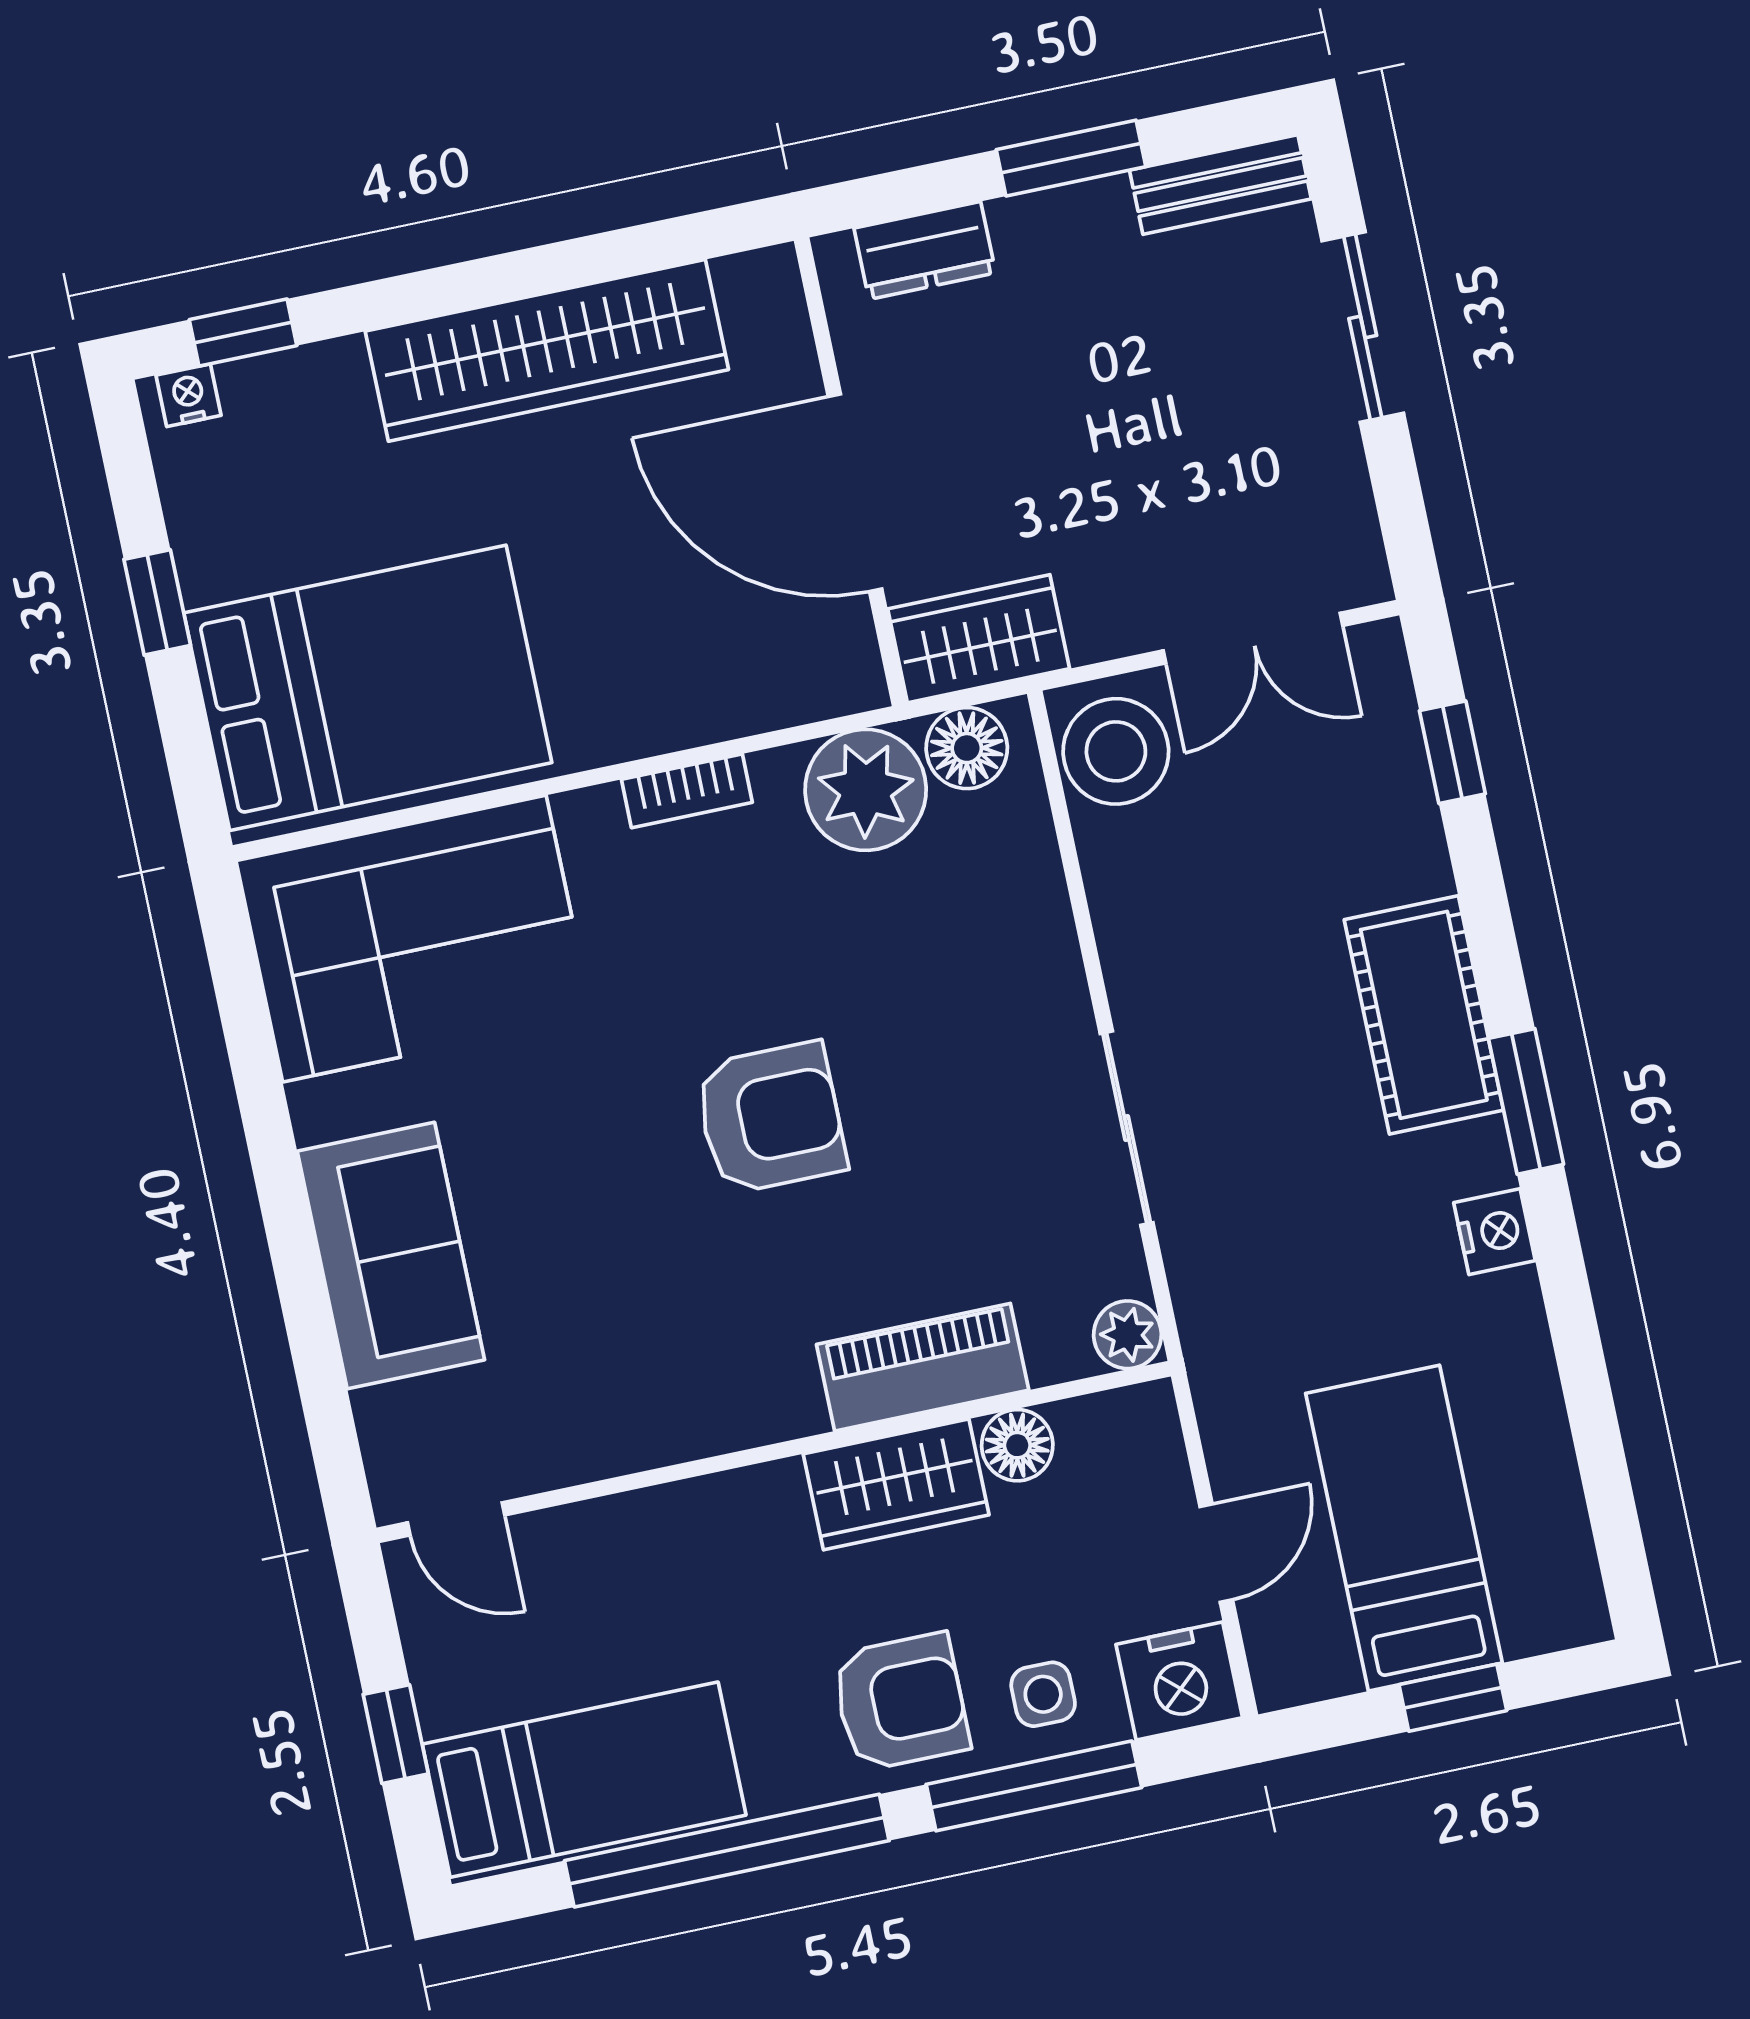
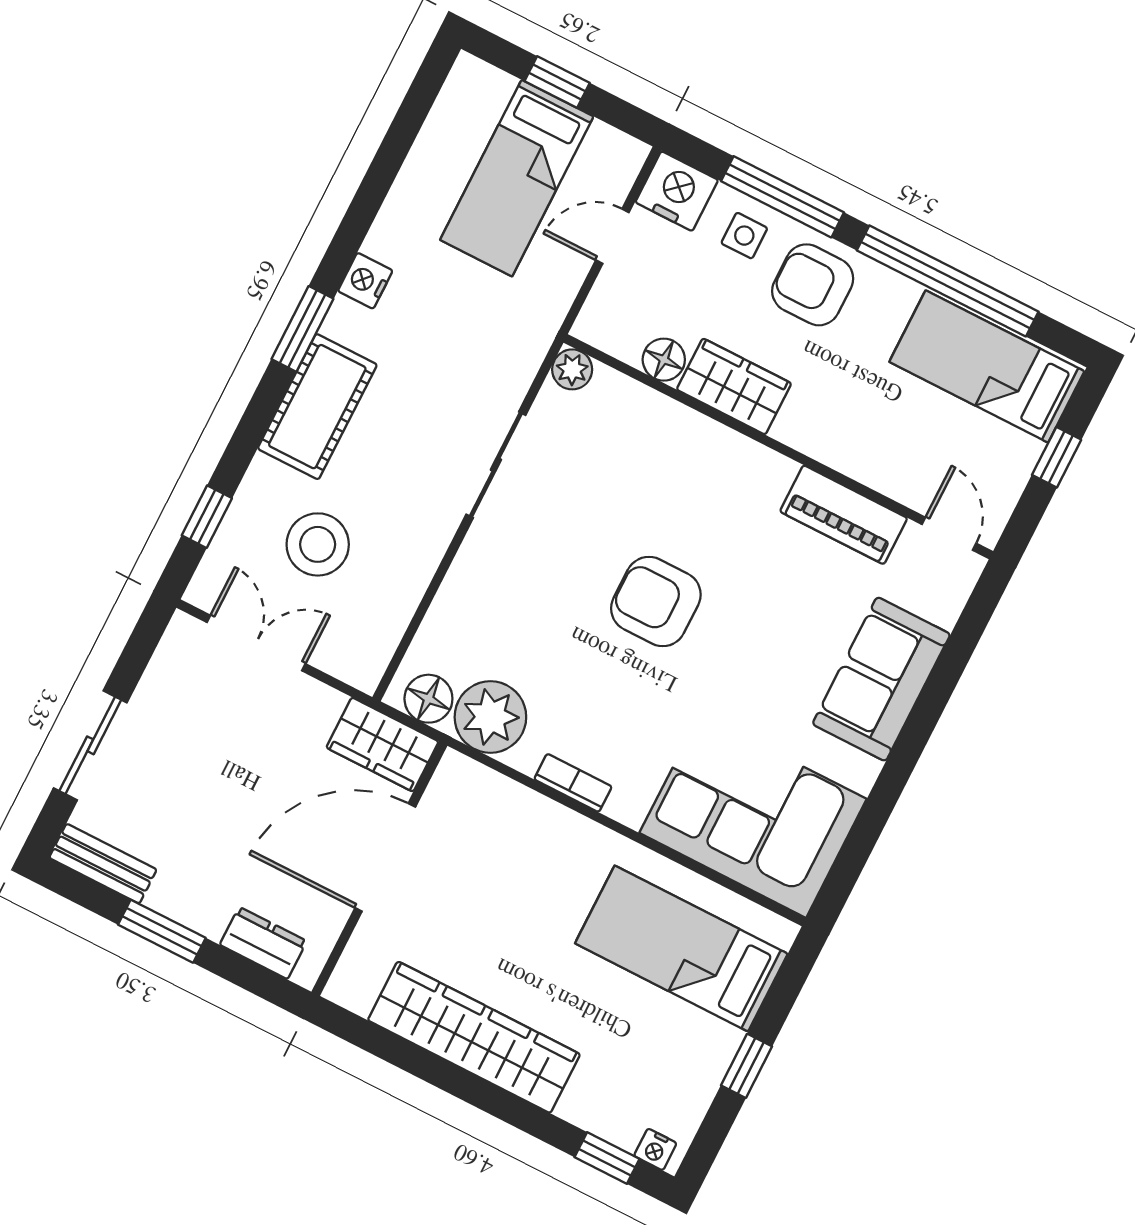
door: (855, 493) -> (385, 857), swing flipped
bed: (368, 688) -> (681, 949), width x0.67
stool: (1116, 751) -> (318, 544), moved
piano: (923, 1367) -> (844, 515), moved

